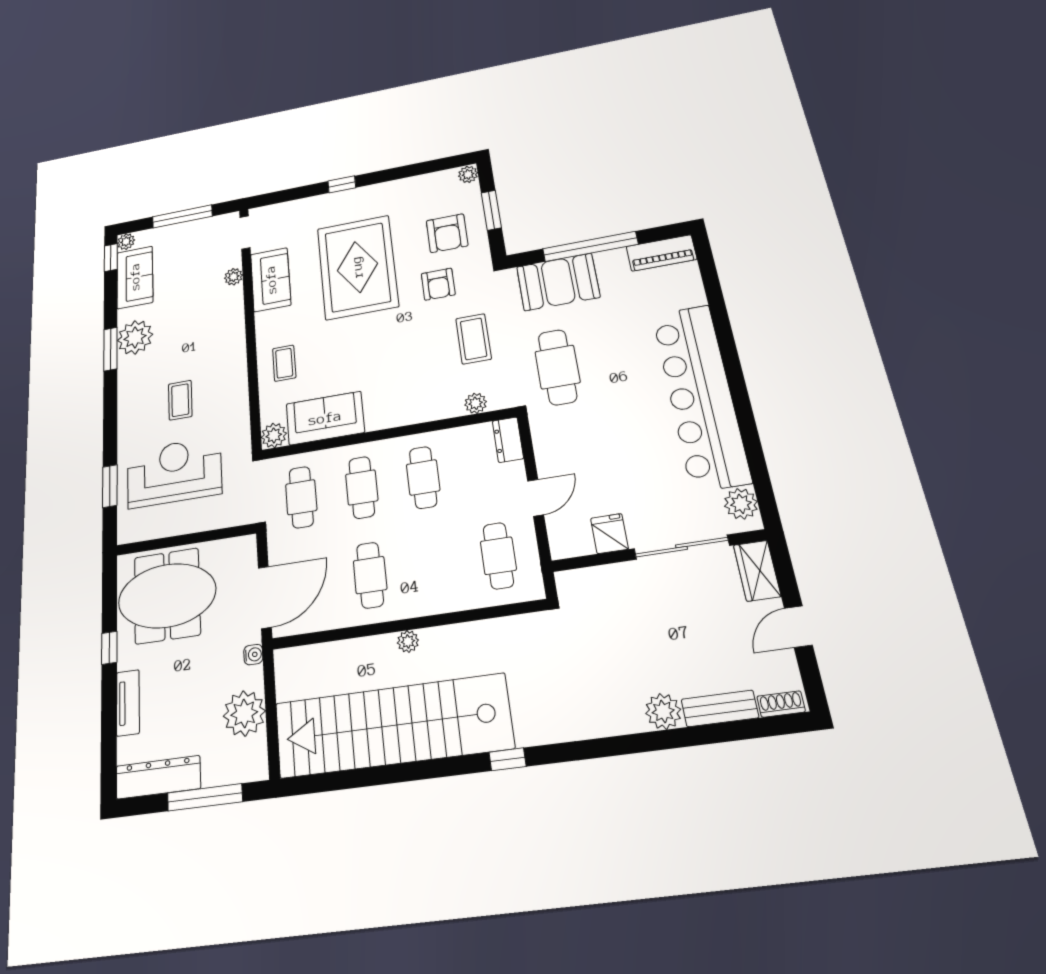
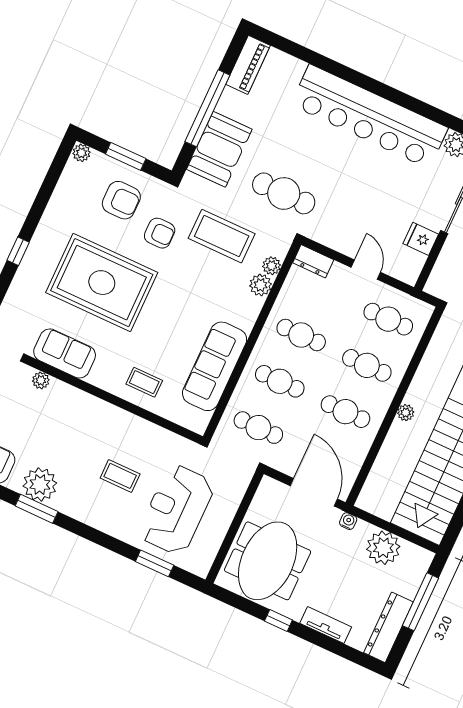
coffee table: (474, 339) -> (222, 236), width x1.36, depth x1.32
sofa: (325, 418) -> (215, 366), width x1.36
plant: (274, 435) -> (261, 285), moved
cafe table: (434, 565) -> (367, 365), added

